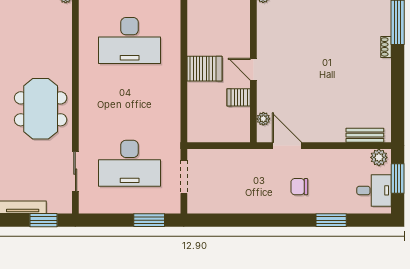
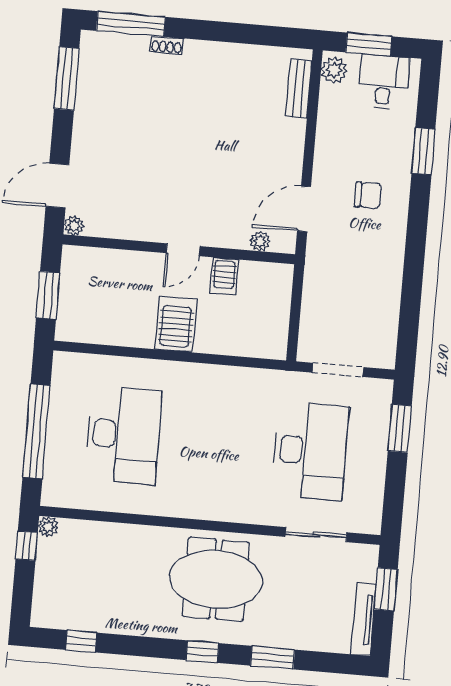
chair: (299, 187) -> (368, 195), turned -90

